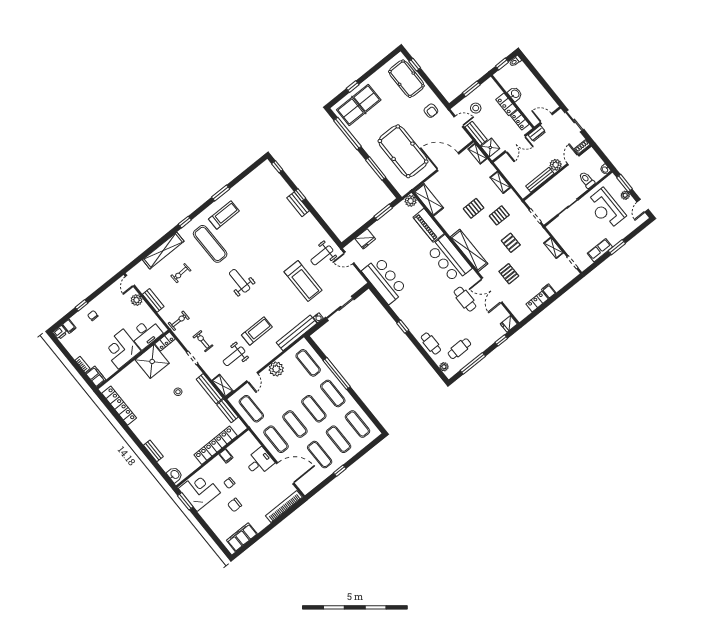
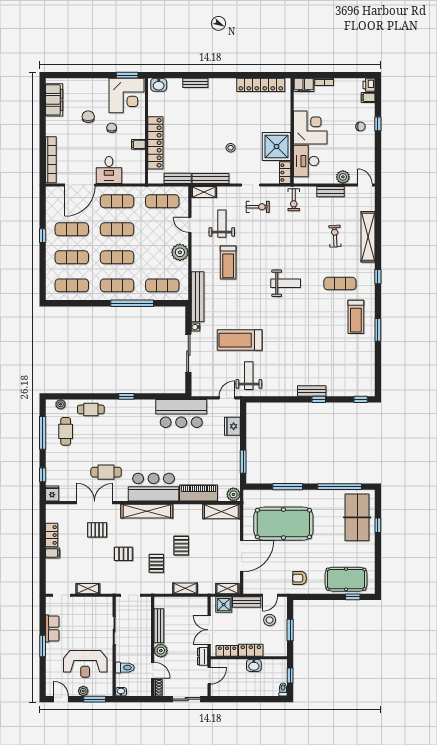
reception desk: (606, 209) -> (85, 664), turned 180
exercise mat: (210, 244) -> (340, 284), width x0.73, depth x0.69

